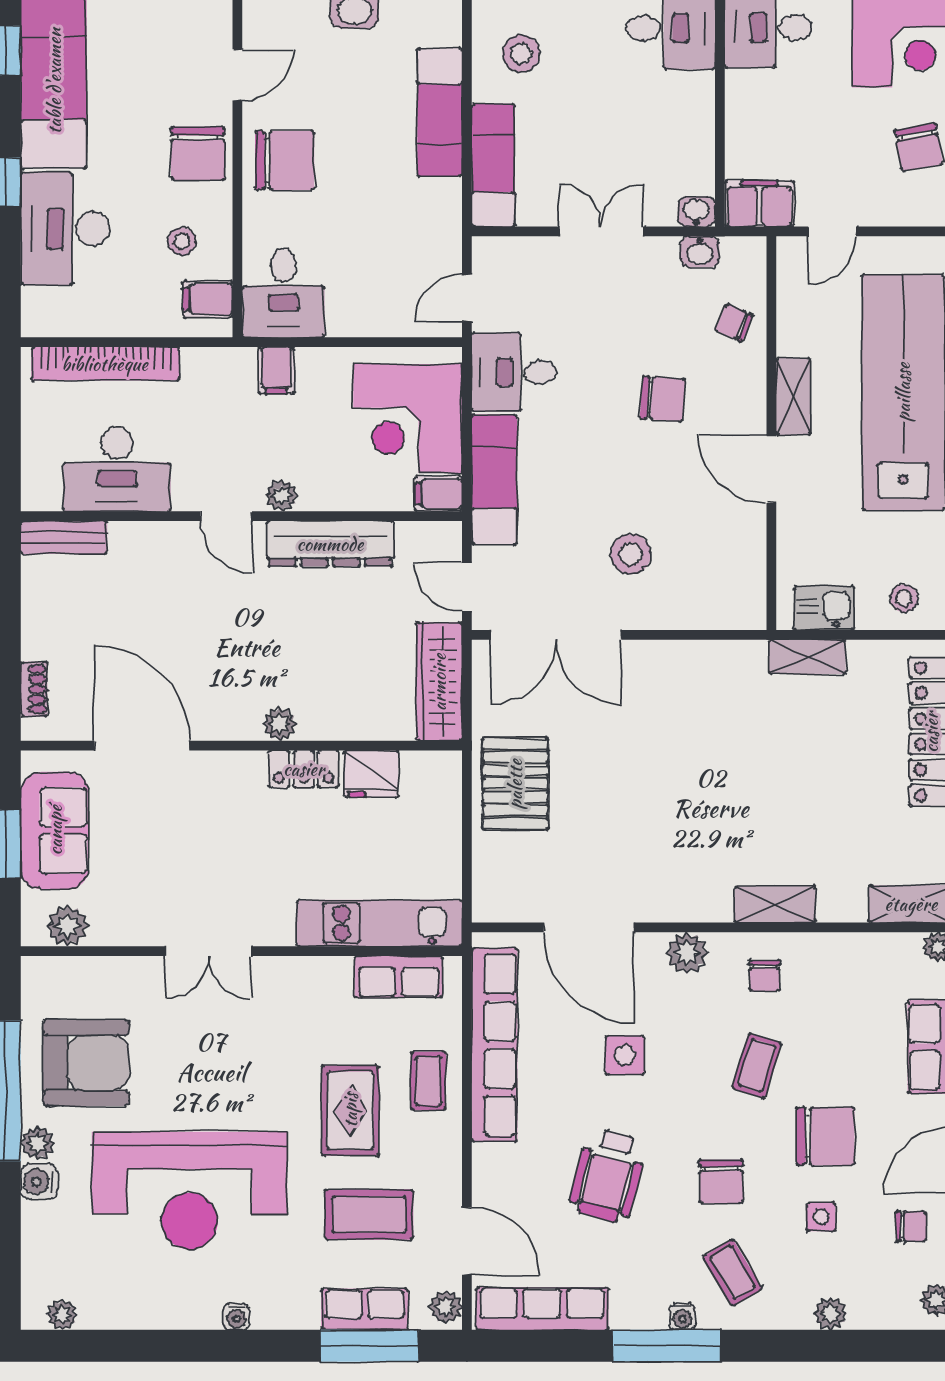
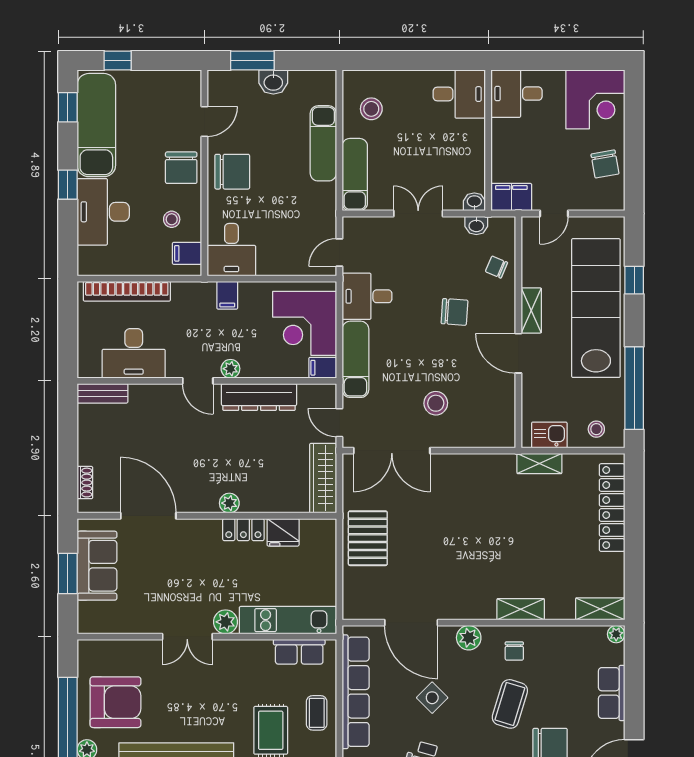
plant: (68, 926) -> (226, 622), moved
side table: (625, 1055) -> (432, 698), turned 45
coffee table: (757, 1066) -> (510, 704), width x1.36, depth x1.30

